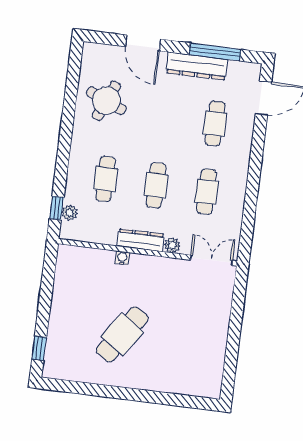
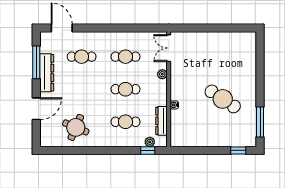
dresser: (141, 240) -> (162, 121), moved
window: (79, 388) -> (260, 122), added

